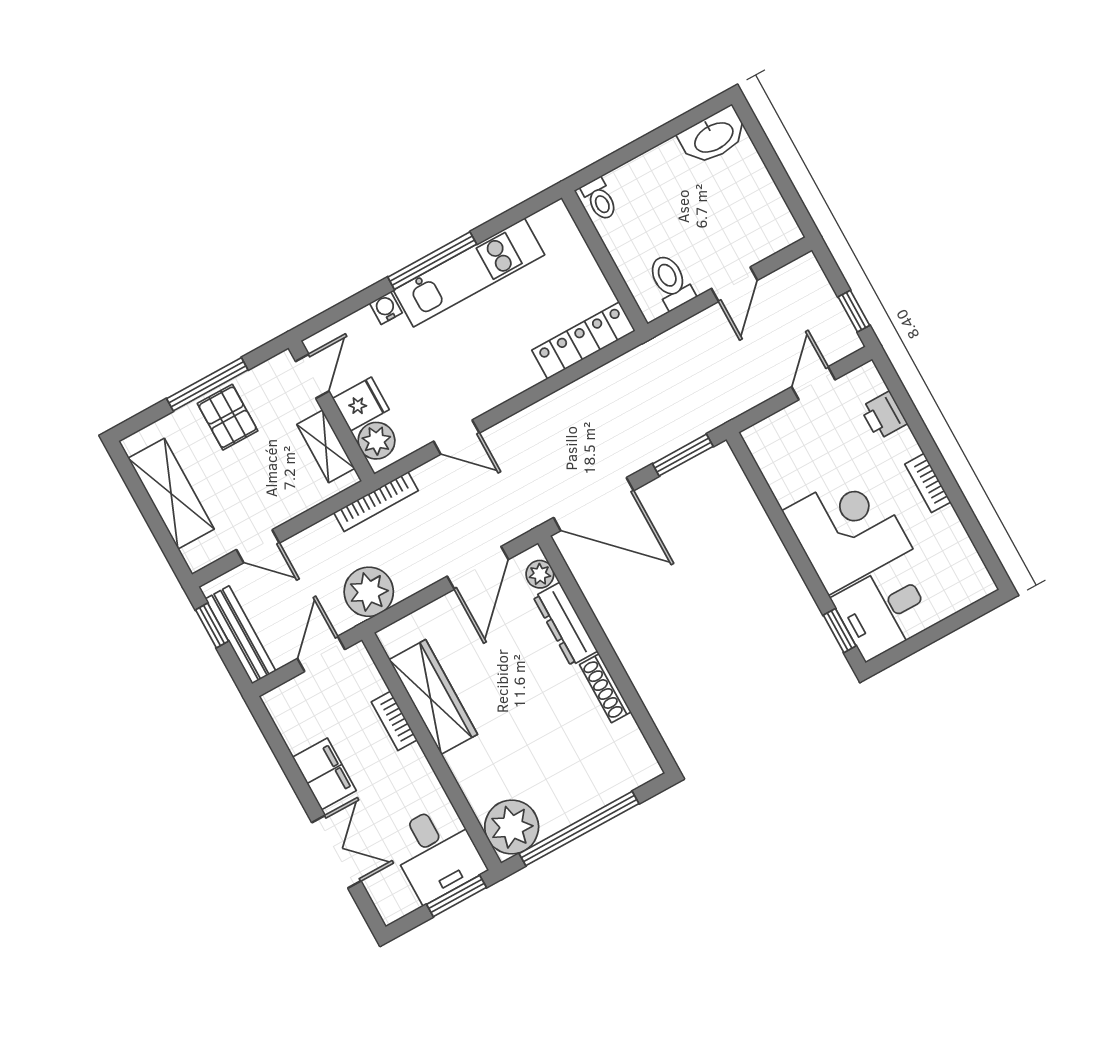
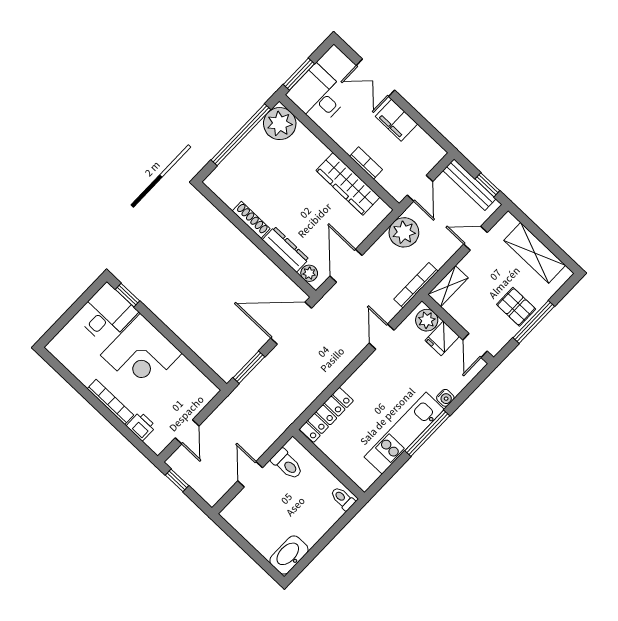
door: (456, 437) -> (382, 337), hinge flipped
shelving: (326, 446) -> (448, 286), moved, turned 90
bookcase: (928, 483) -> (110, 402), width x1.56

